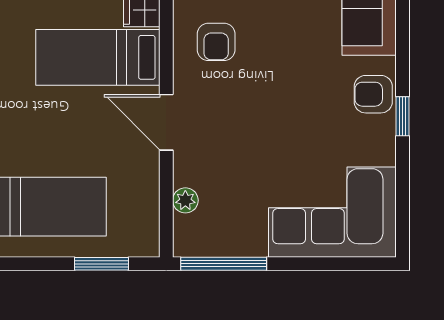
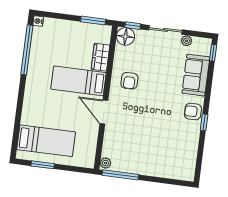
plant: (185, 200) -> (105, 163), moved
corner sofa: (332, 212) -> (169, 159), removed
window: (101, 264) -> (43, 165), moved

